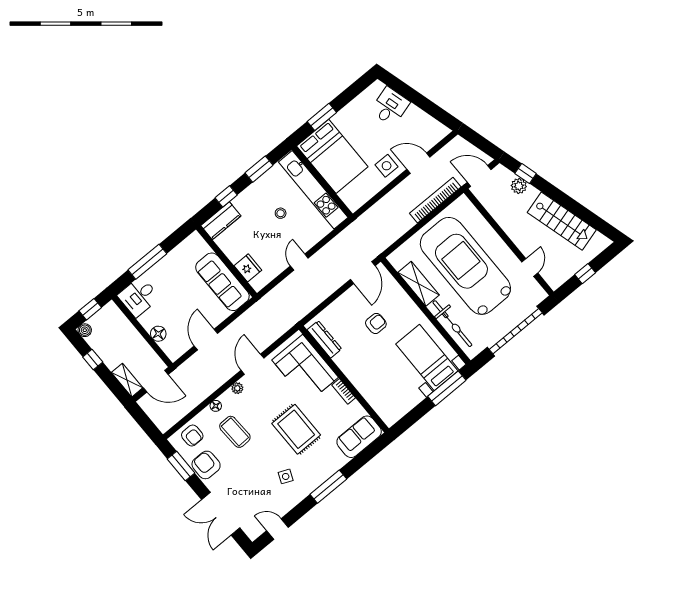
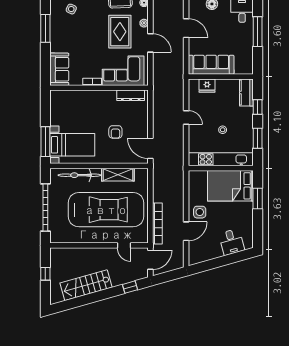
plant: (519, 186) -> (126, 277), removed
door: (530, 267) -> (124, 245), moved
rug: (296, 429) -> (120, 32), moved, turned 90

